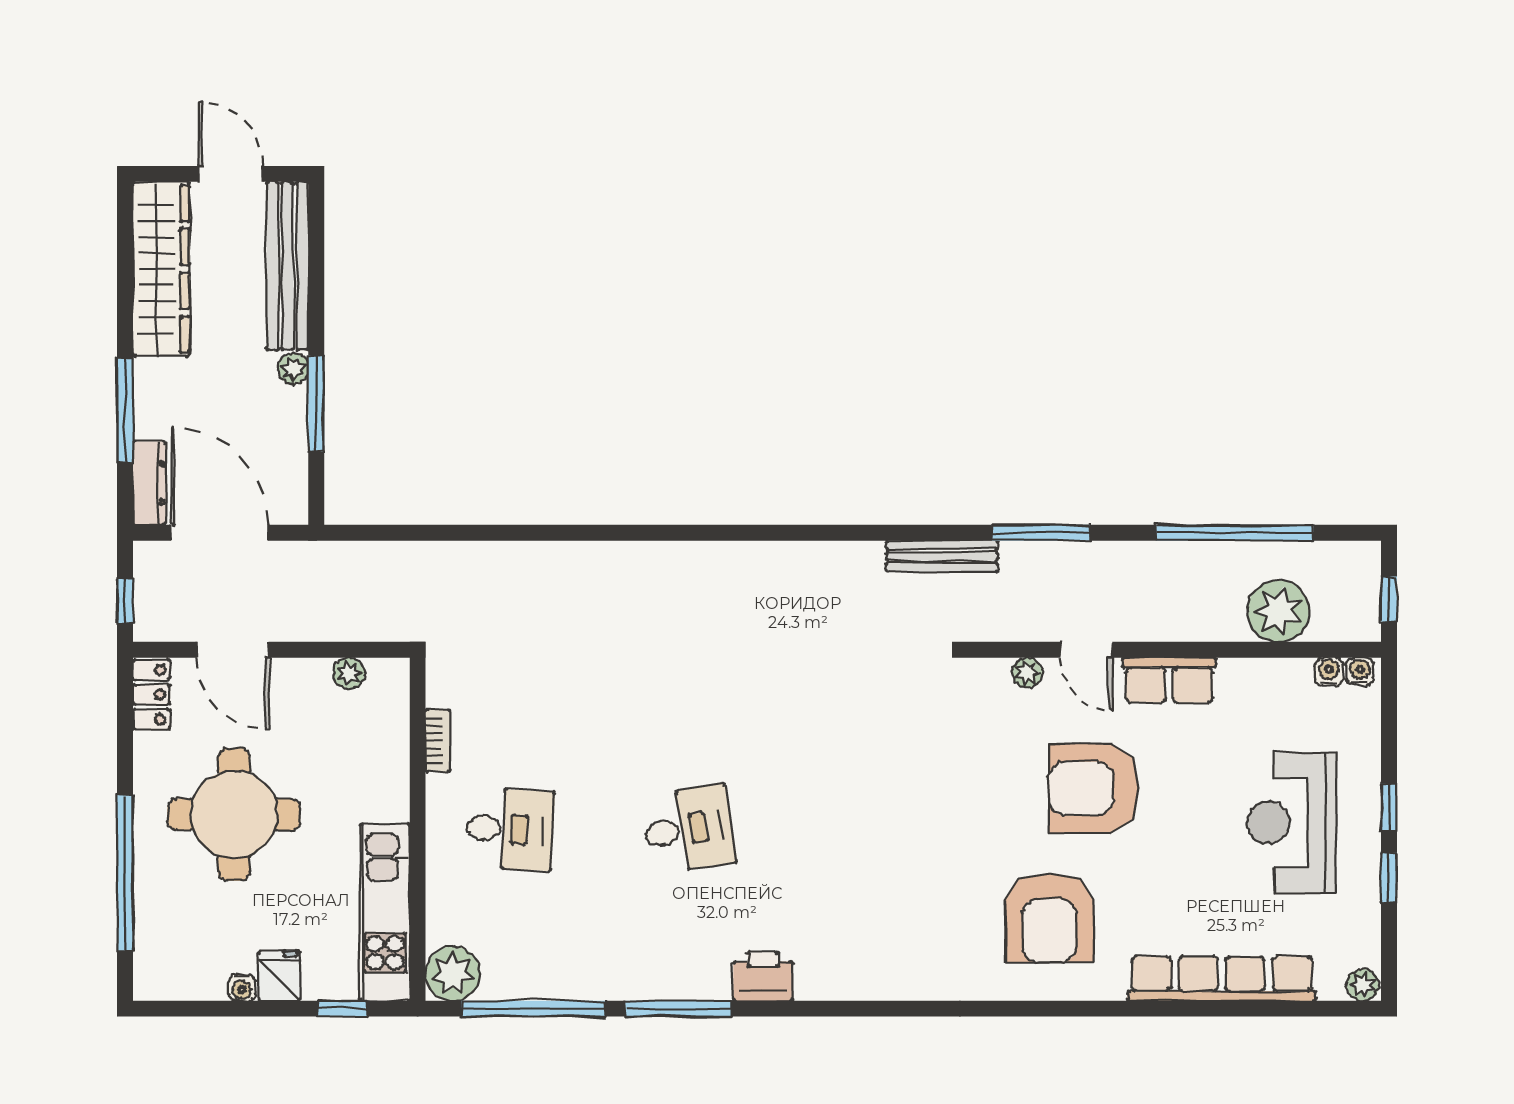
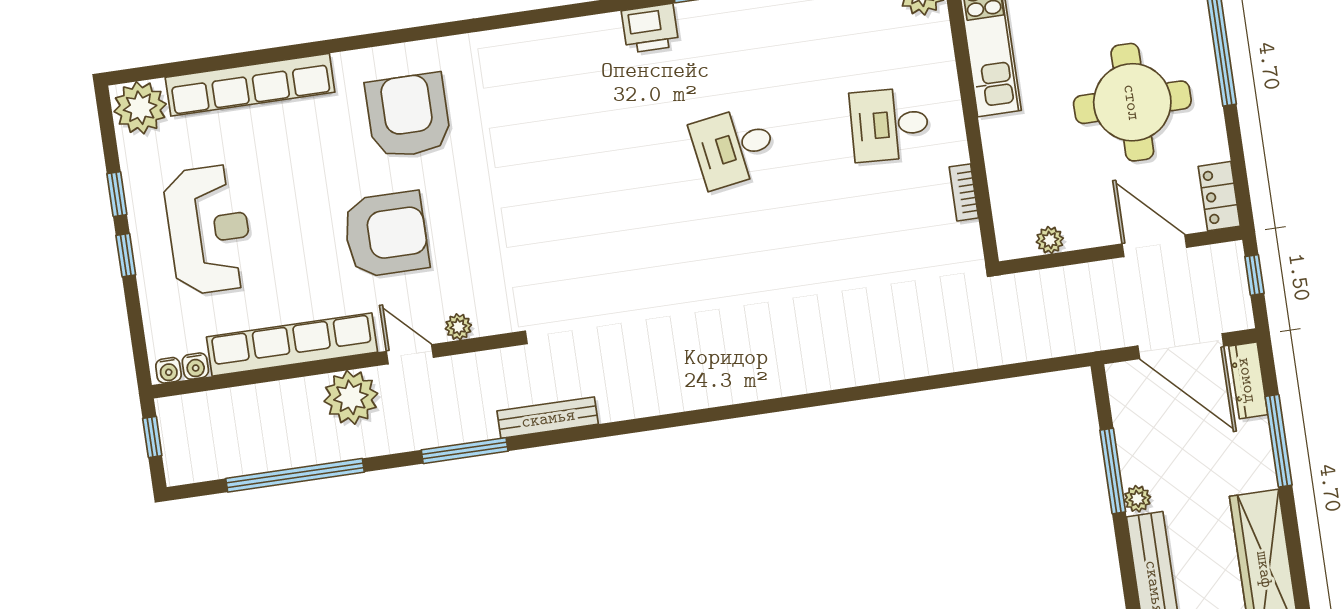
plant: (1278, 611) -> (351, 397), moved
row of seats: (1169, 680) -> (292, 345), width x2.02
plant: (1363, 985) -> (140, 108), width x1.88, depth x1.88

